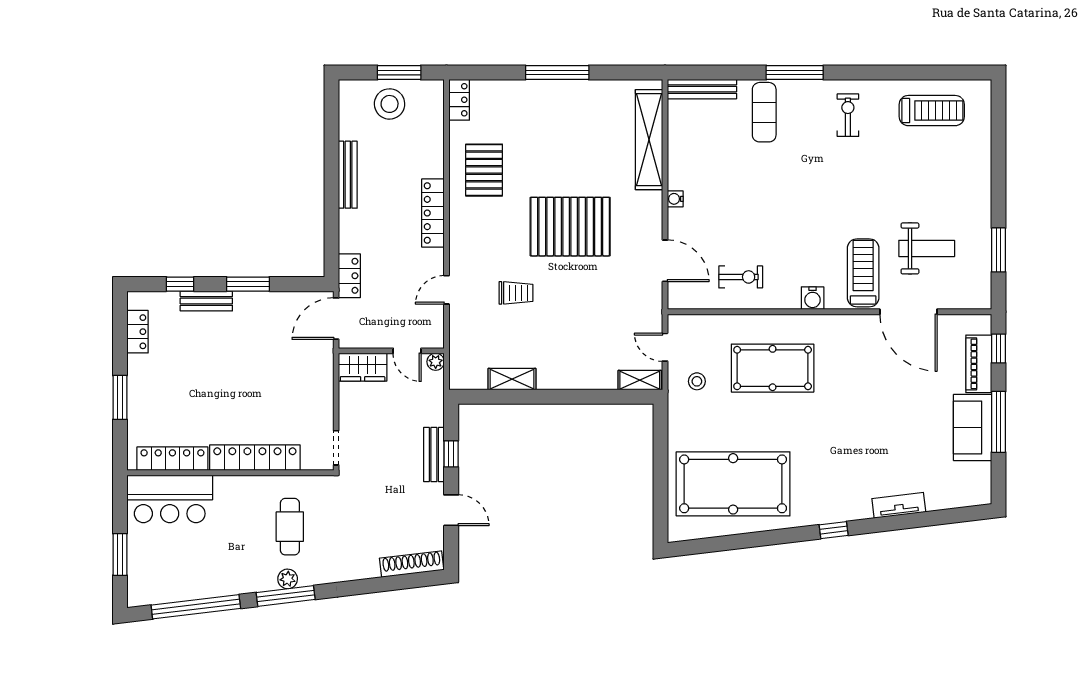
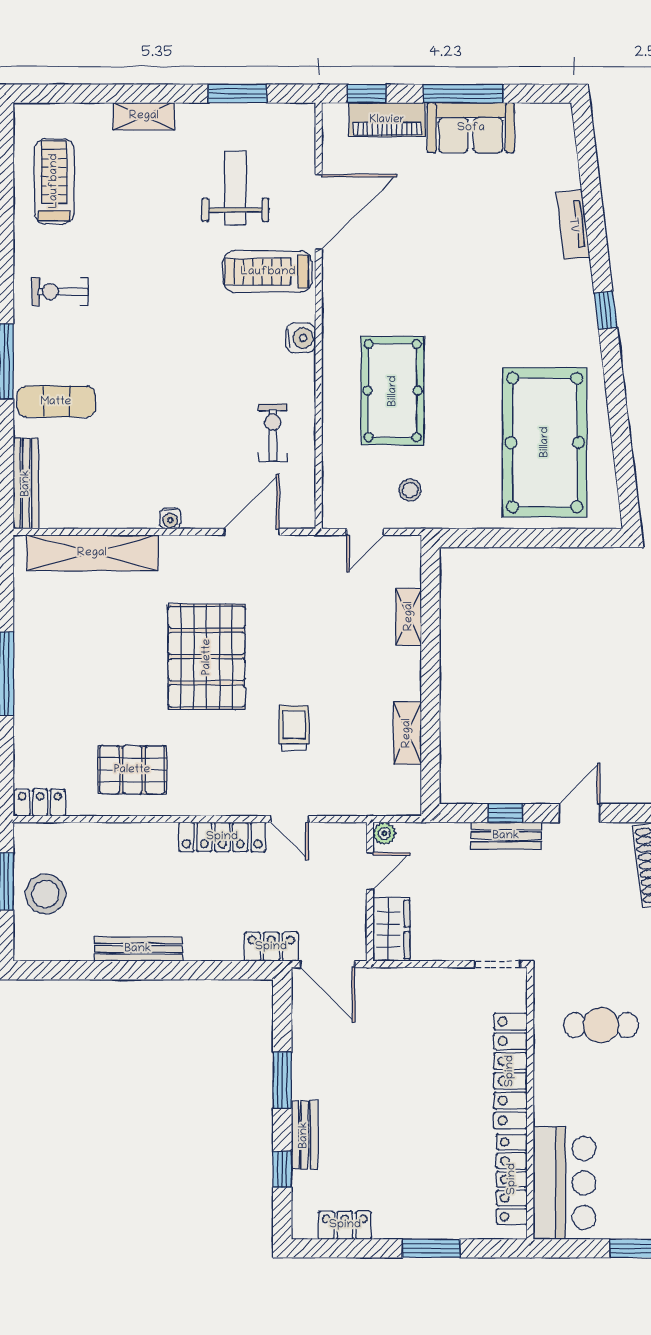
shelving: (981, 179) -> (144, 116), added
locker: (433, 213) -> (222, 837), moved
shelving: (640, 380) -> (409, 616), moved

